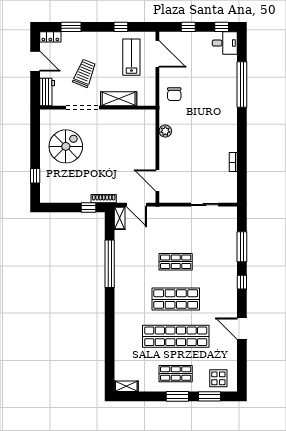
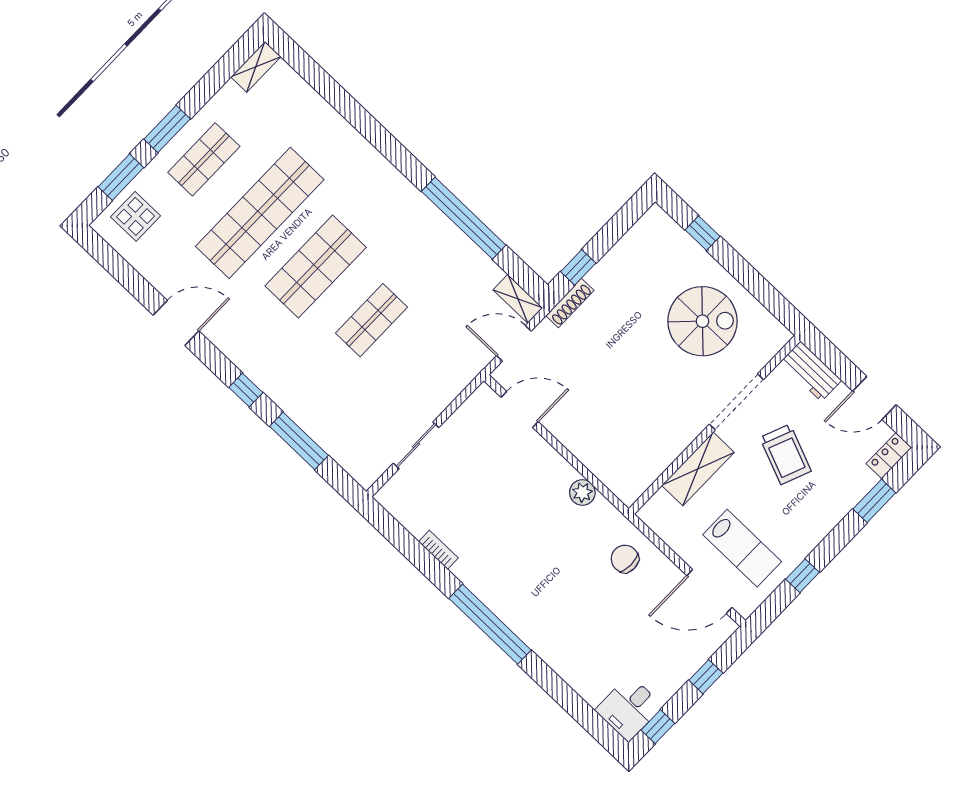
window: (242, 85) -> (490, 624), moved
spiral stairs: (66, 146) -> (702, 321), turned -90

